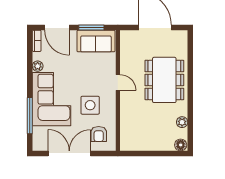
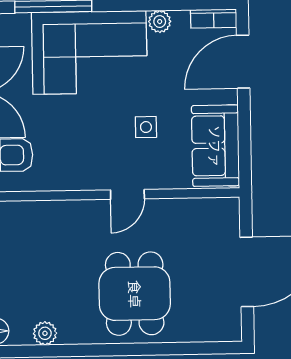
window: (91, 28) -> (244, 135), removed
dining table: (164, 80) -> (135, 294), width x0.73
side table: (90, 105) -> (146, 127), moved, width x0.54, depth x0.54

